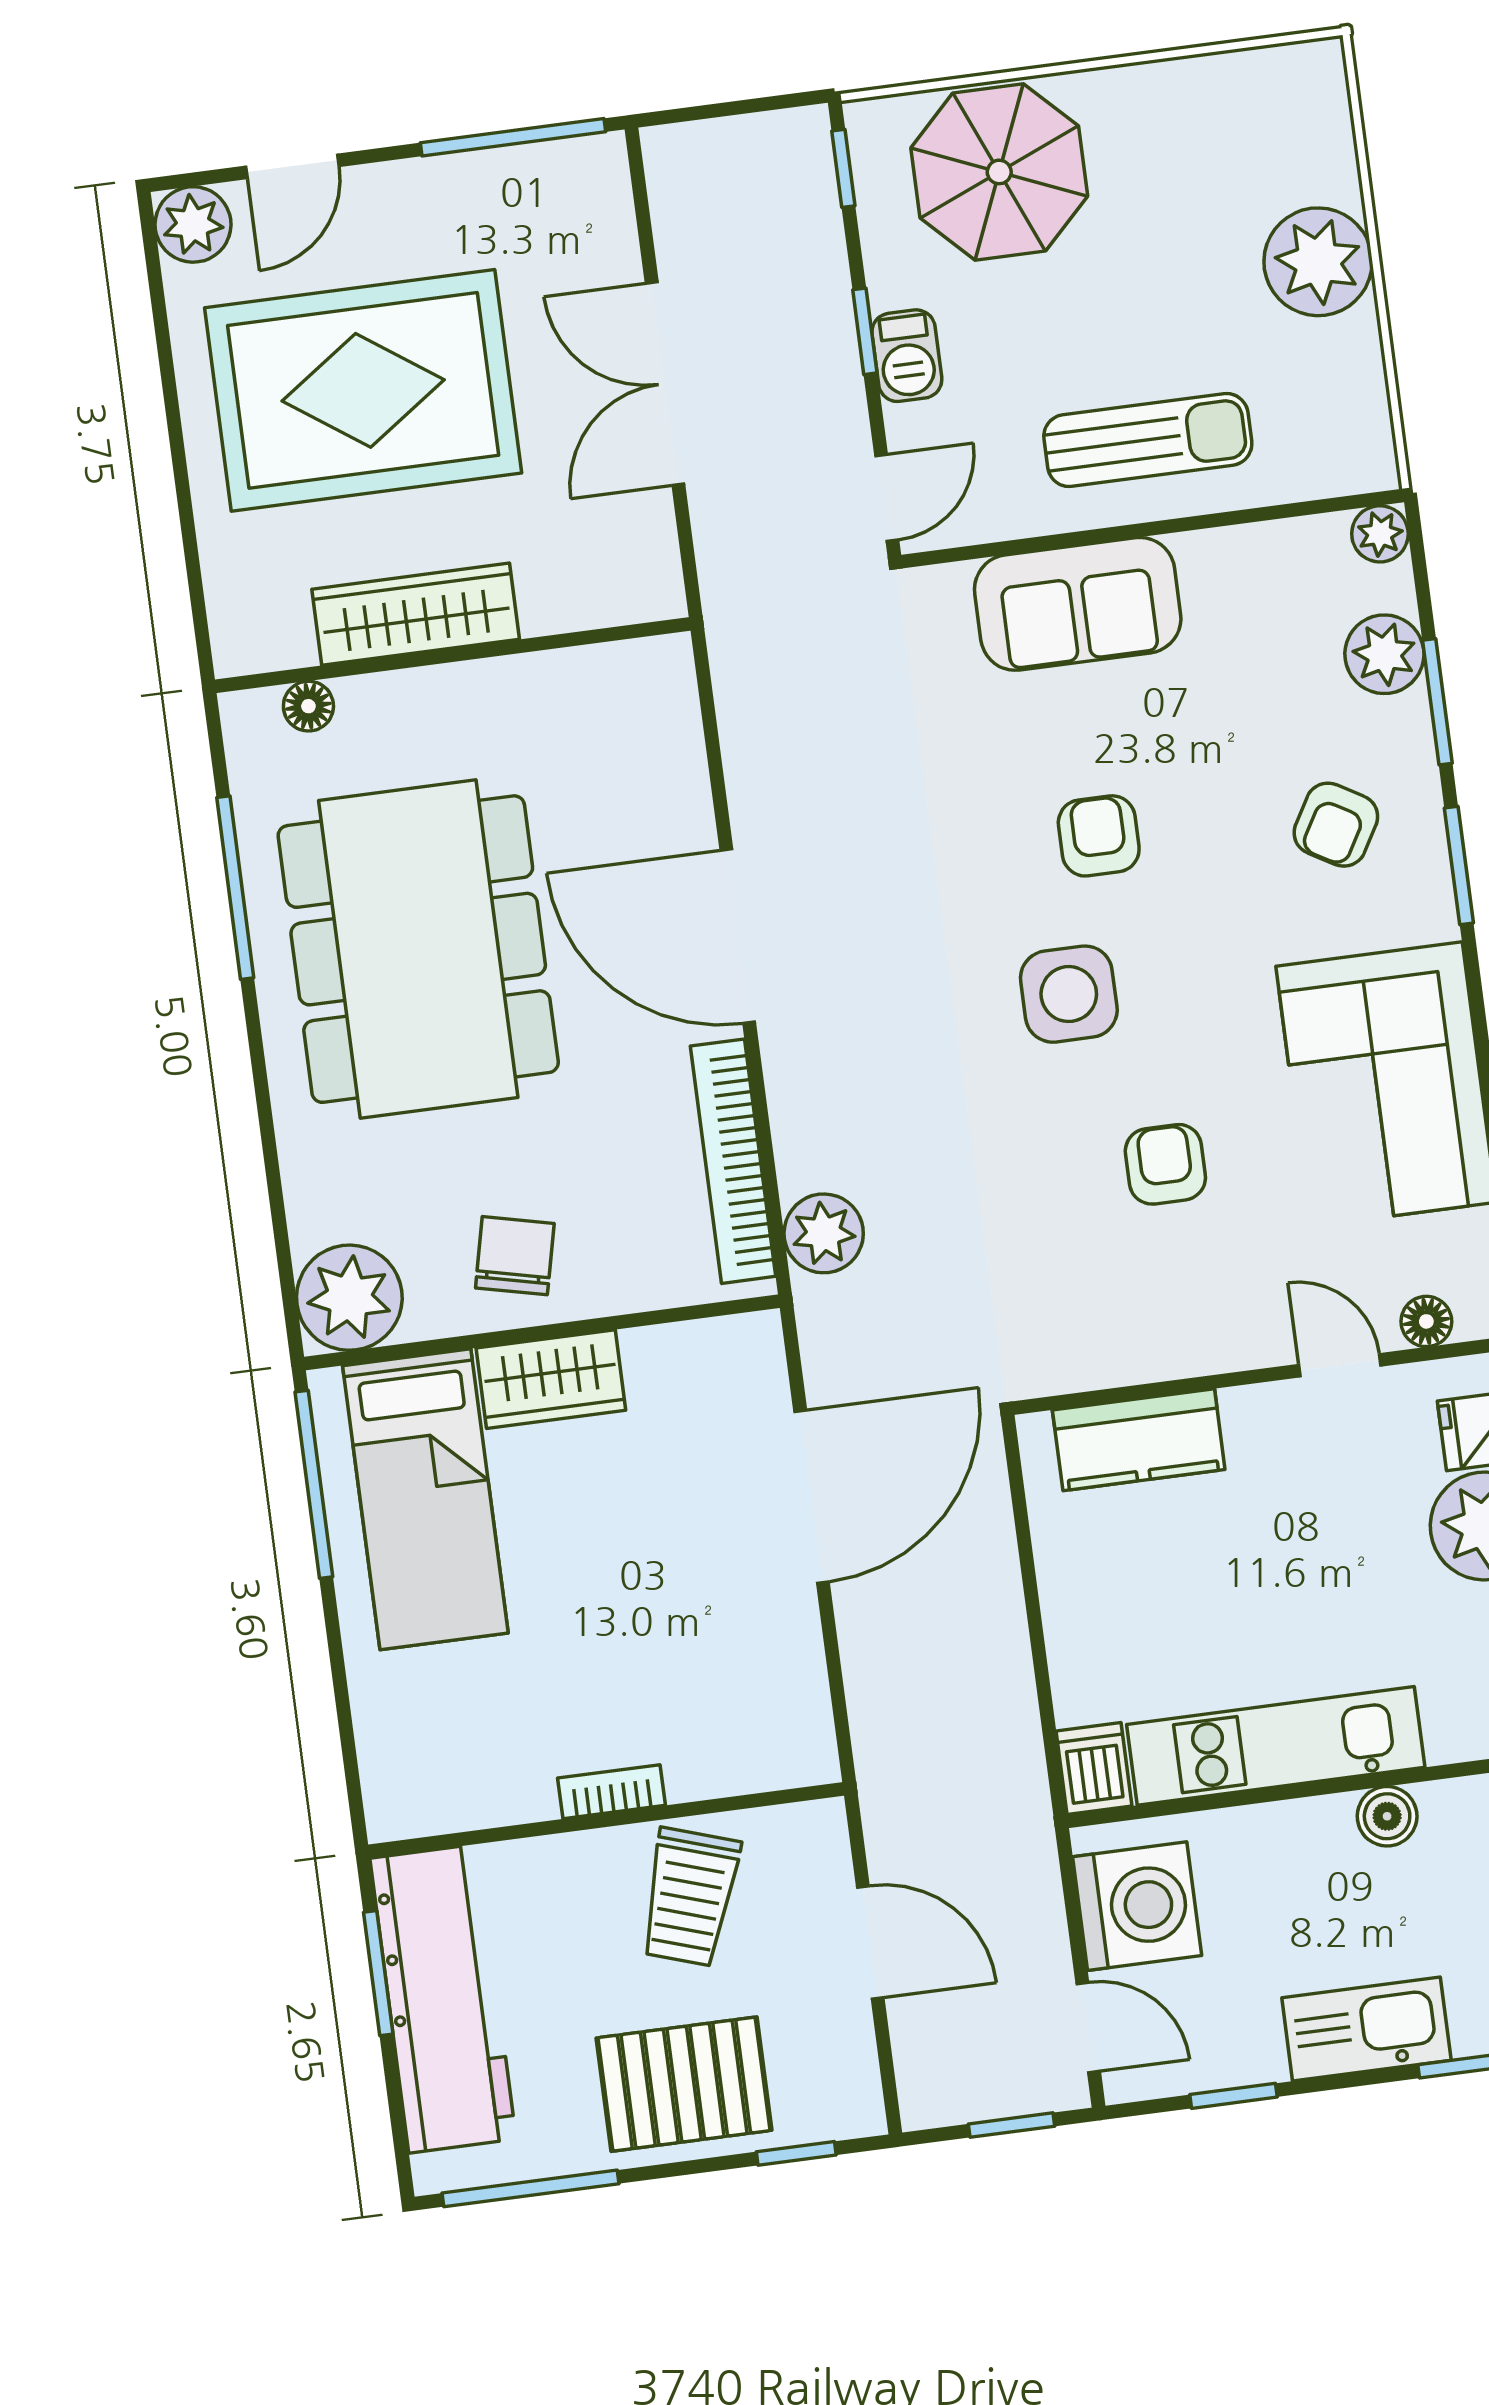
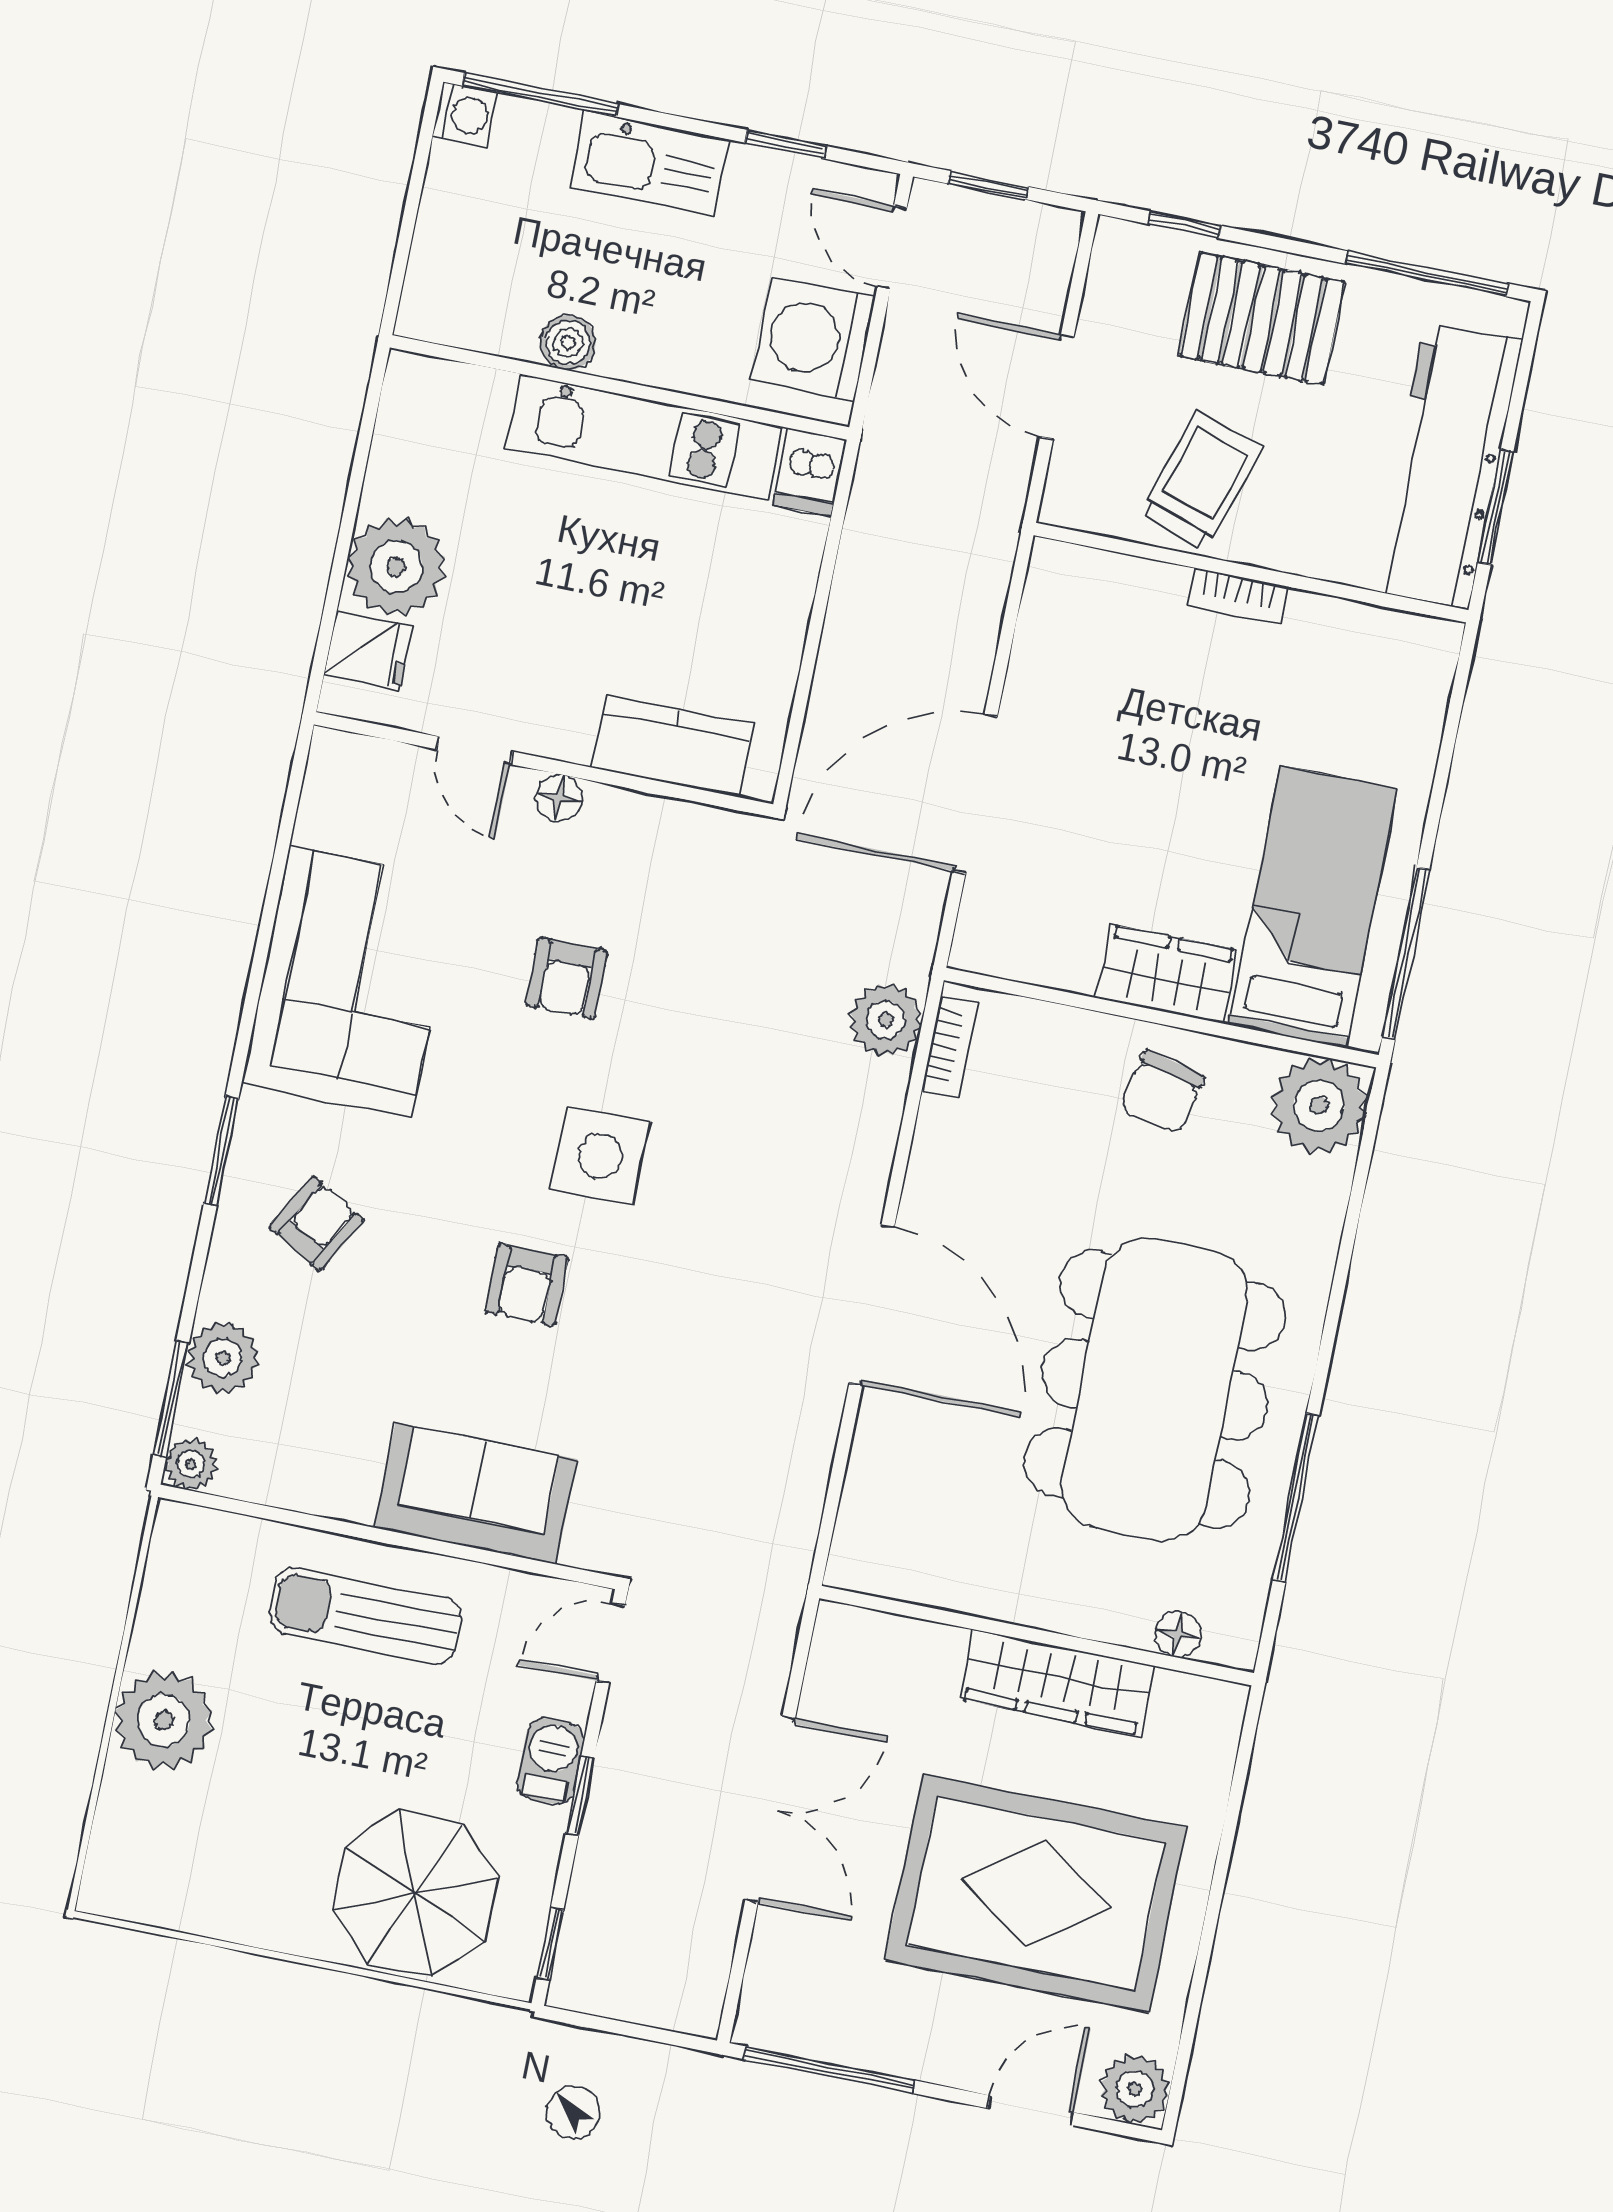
window: (1437, 702) -> (171, 1399), moved
bookcase: (733, 1161) -> (950, 1047), width x0.43, depth x0.76
floor lamp: (1426, 1321) -> (559, 798), moved

